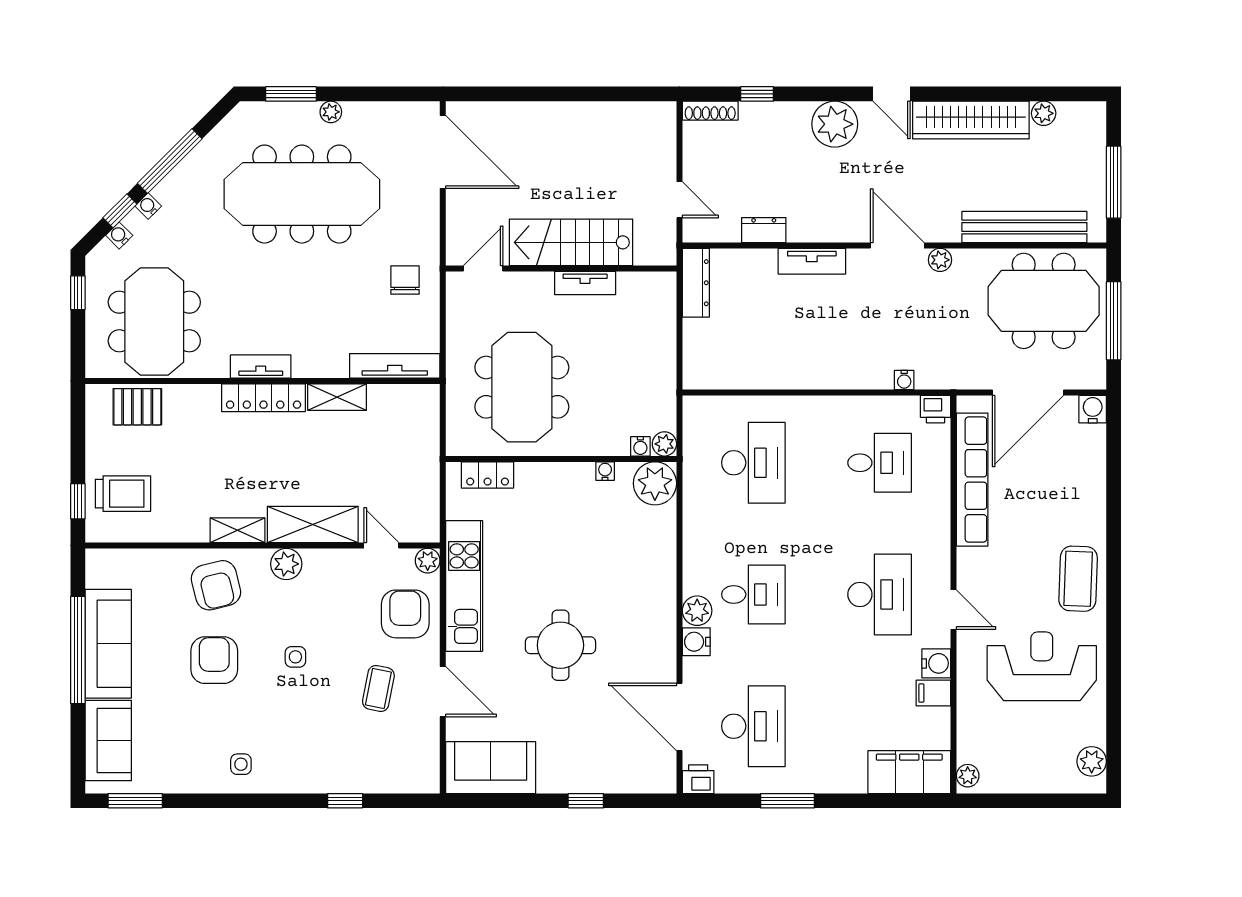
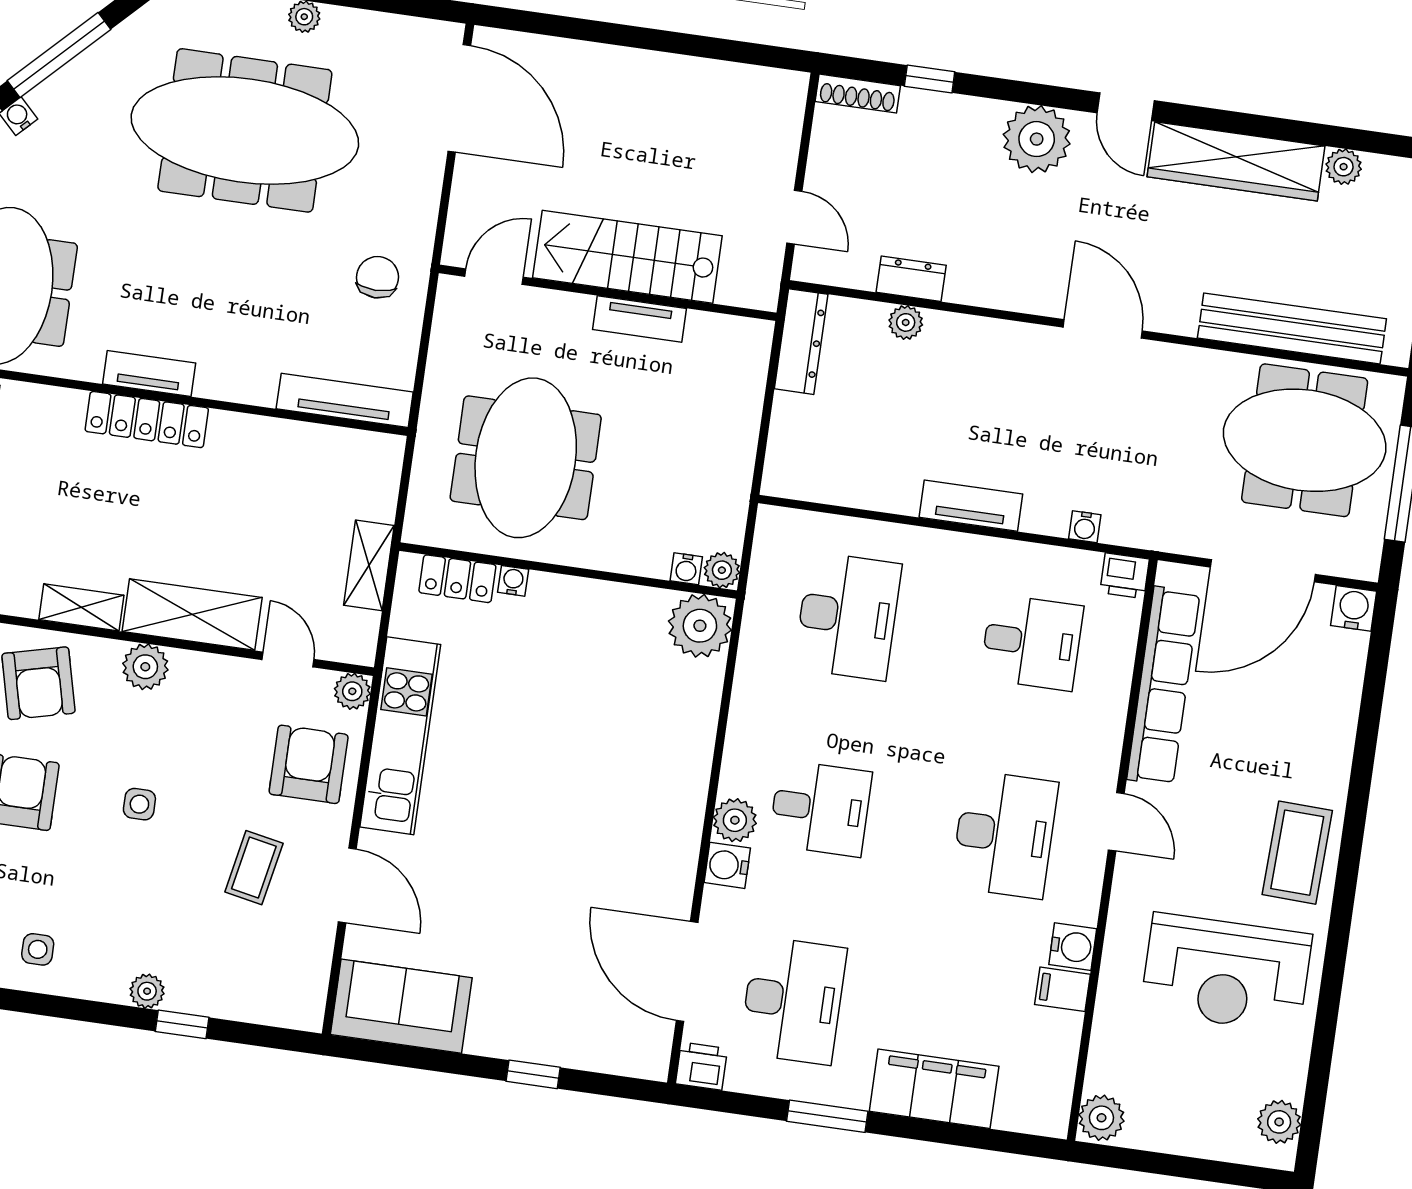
plant: (940, 260) -> (906, 322), moved
tv unit: (812, 261) -> (971, 506), moved, turned 180
shelving: (337, 397) -> (369, 565), moved, turned 90
water cooler: (605, 471) -> (513, 581), moved
door: (954, 610) -> (1116, 822), moved
round table: (560, 645) -> (528, 842), removed
reception desk: (1042, 666) -> (1226, 973), turned 180
filing cabinet: (909, 772) -> (934, 1089), moved
plant: (968, 776) -> (1101, 1118), width x1.38, depth x1.38
plant: (318, 782) -> (147, 991), added

